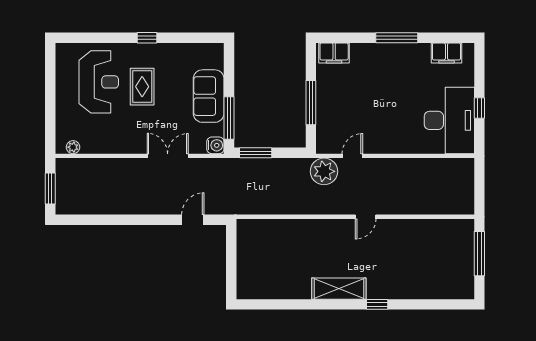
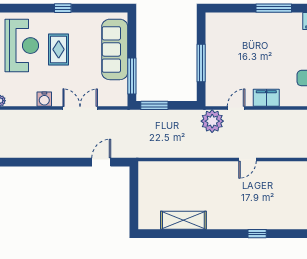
filing cabinet: (334, 53) -> (266, 98), moved, turned 180
sofa: (209, 96) -> (115, 49), width x1.36
water cooler: (215, 145) -> (44, 99), moved, turned 90
shelving: (339, 289) -> (183, 220), moved

